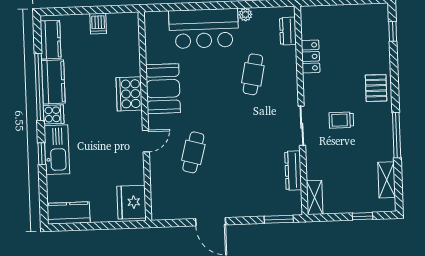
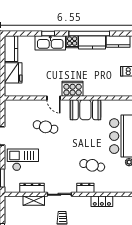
dresser: (288, 31) -> (85, 188), moved
cooker: (129, 94) -> (73, 89), moved
checkout: (248, 187) -> (23, 160), added
shelving: (315, 197) -> (34, 201), moved
fridge: (131, 202) -> (13, 73), moved, turned 90

